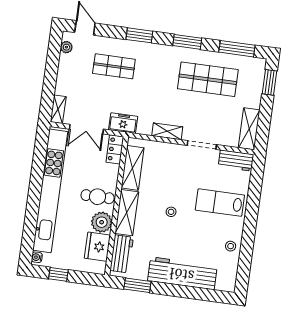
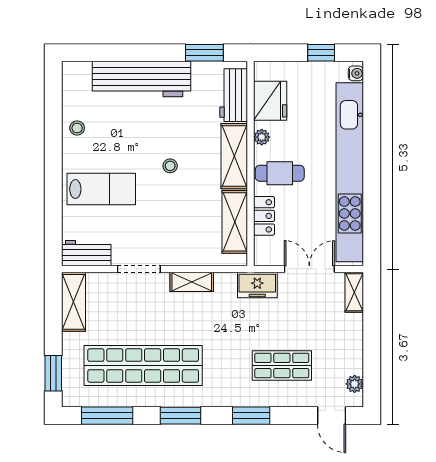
shop shelf: (208, 79) -> (143, 365), width x1.40
locker: (115, 149) -> (264, 216), moved
plant: (102, 222) -> (262, 137), width x0.53, depth x0.53

